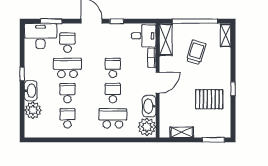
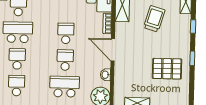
window: (233, 59) -> (193, 26), added
door: (158, 83) -> (113, 50), swing flipped
washbasin: (149, 106) -> (105, 75), width x0.52, depth x0.69

